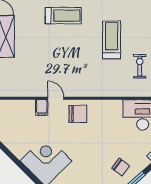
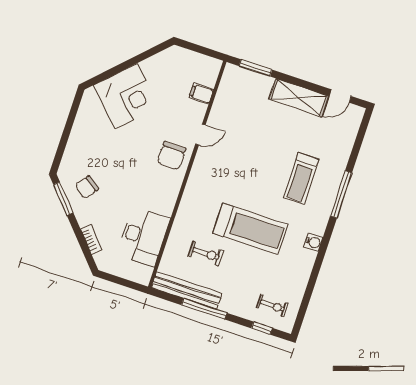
treadmill: (112, 40) -> (250, 229), width x1.37, depth x1.38
filing cabinet: (42, 108) -> (201, 94), moved

